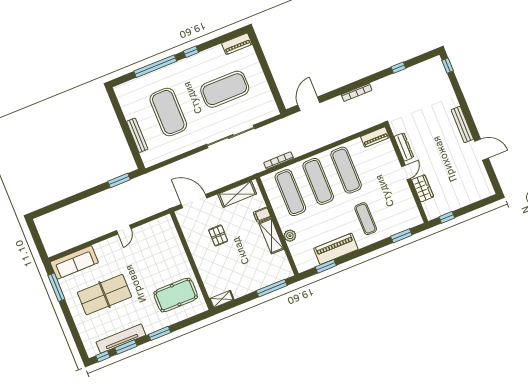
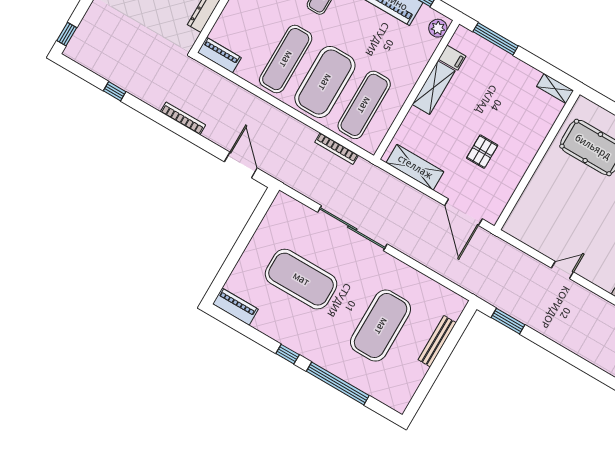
door: (309, 104) -> (241, 165), swing flipped
exercise mat: (318, 181) -> (325, 82), width x1.47
filing cabinet: (262, 215) -> (452, 58), moved
plant: (290, 236) -> (438, 28), moved

